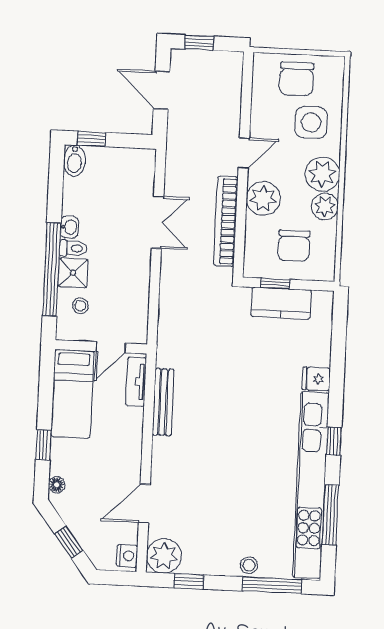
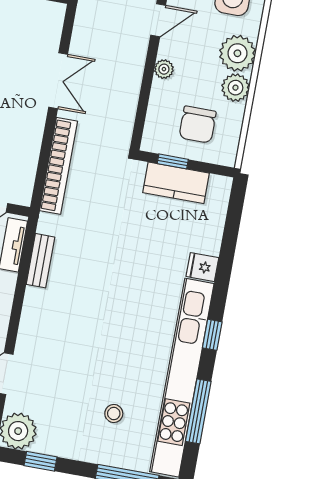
plant: (263, 198) -> (164, 69), width x0.53, depth x0.53
bookcase: (226, 221) -> (59, 166), moved, turned 180
bench: (163, 402) -> (40, 261), width x0.73
stool: (249, 565) -> (114, 413), moved

